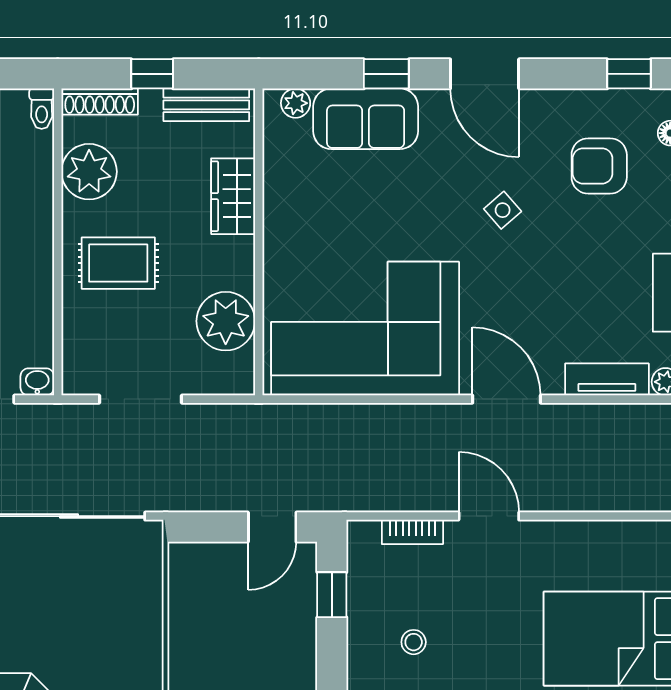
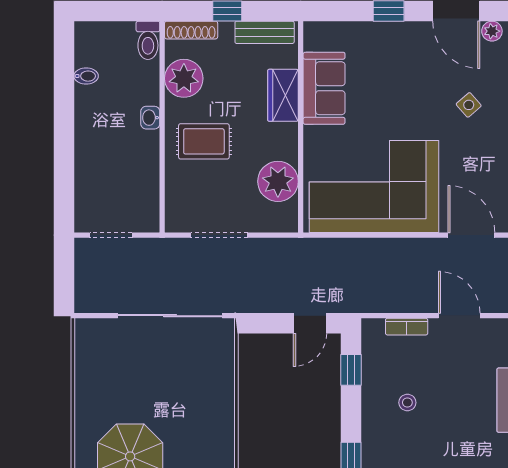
plant: (296, 103) -> (492, 31), moved
toilet: (42, 109) -> (148, 40), width x1.37, depth x1.39
sofa: (366, 119) -> (324, 88), moved, turned -90
washbasin: (37, 382) -> (150, 118), moved, turned -90

